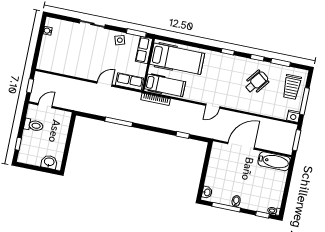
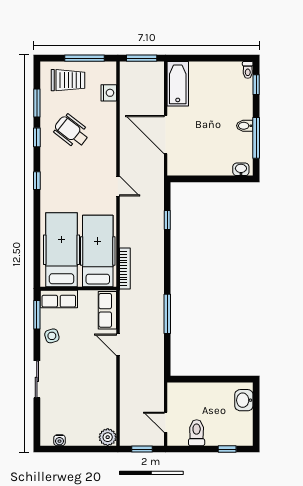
plant: (43, 64) -> (108, 437), added
hospital bed: (165, 85) -> (98, 251), width x1.37, depth x1.29
nightstand: (293, 116) -> (109, 93), moved

